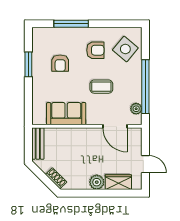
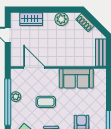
plant: (136, 109) -> (16, 97), moved
plant: (97, 182) -> (61, 19), moved

